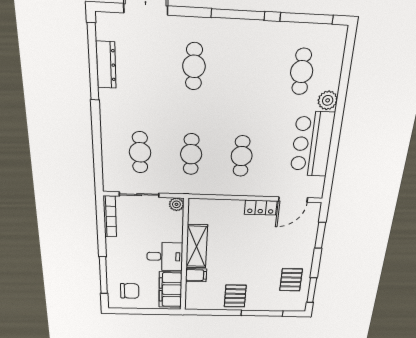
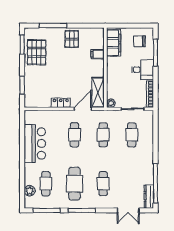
dresser: (106, 65) -> (149, 196), moved
cafe table: (248, 69) -> (74, 184), added
plant: (328, 100) -> (30, 191), moved
door: (293, 199) -> (83, 109), moved
shelving: (197, 246) -> (98, 92), moved
desk: (165, 257) -> (143, 70), moved, turned 180
pallet: (291, 280) -> (37, 52), width x1.50, depth x1.42

